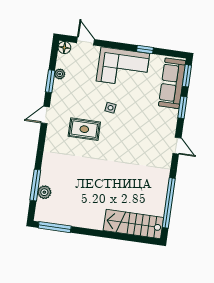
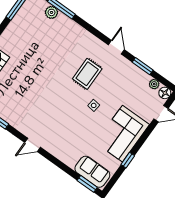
plant: (60, 74) -> (154, 84), moved
sofa: (172, 83) -> (92, 172), width x0.73
window: (182, 107) -> (62, 166), removed

